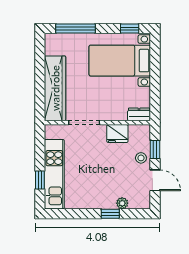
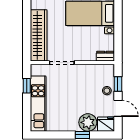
fridge: (117, 134) -> (106, 124), moved, turned 180
window: (40, 180) -> (27, 86), moved
plant: (122, 203) -> (88, 122), width x1.87, depth x1.87

